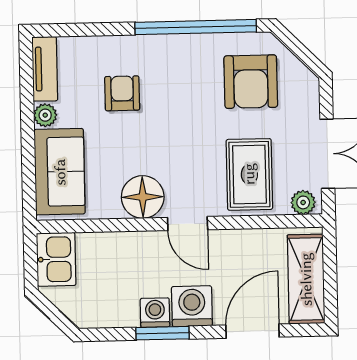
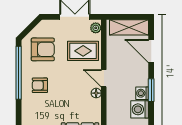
armchair: (122, 93) -> (40, 85), moved
floor lamp: (143, 197) -> (96, 93), width x0.53, depth x0.53
door: (188, 224) -> (104, 78), swing flipped
washing machine: (192, 306) -> (140, 109), moved

